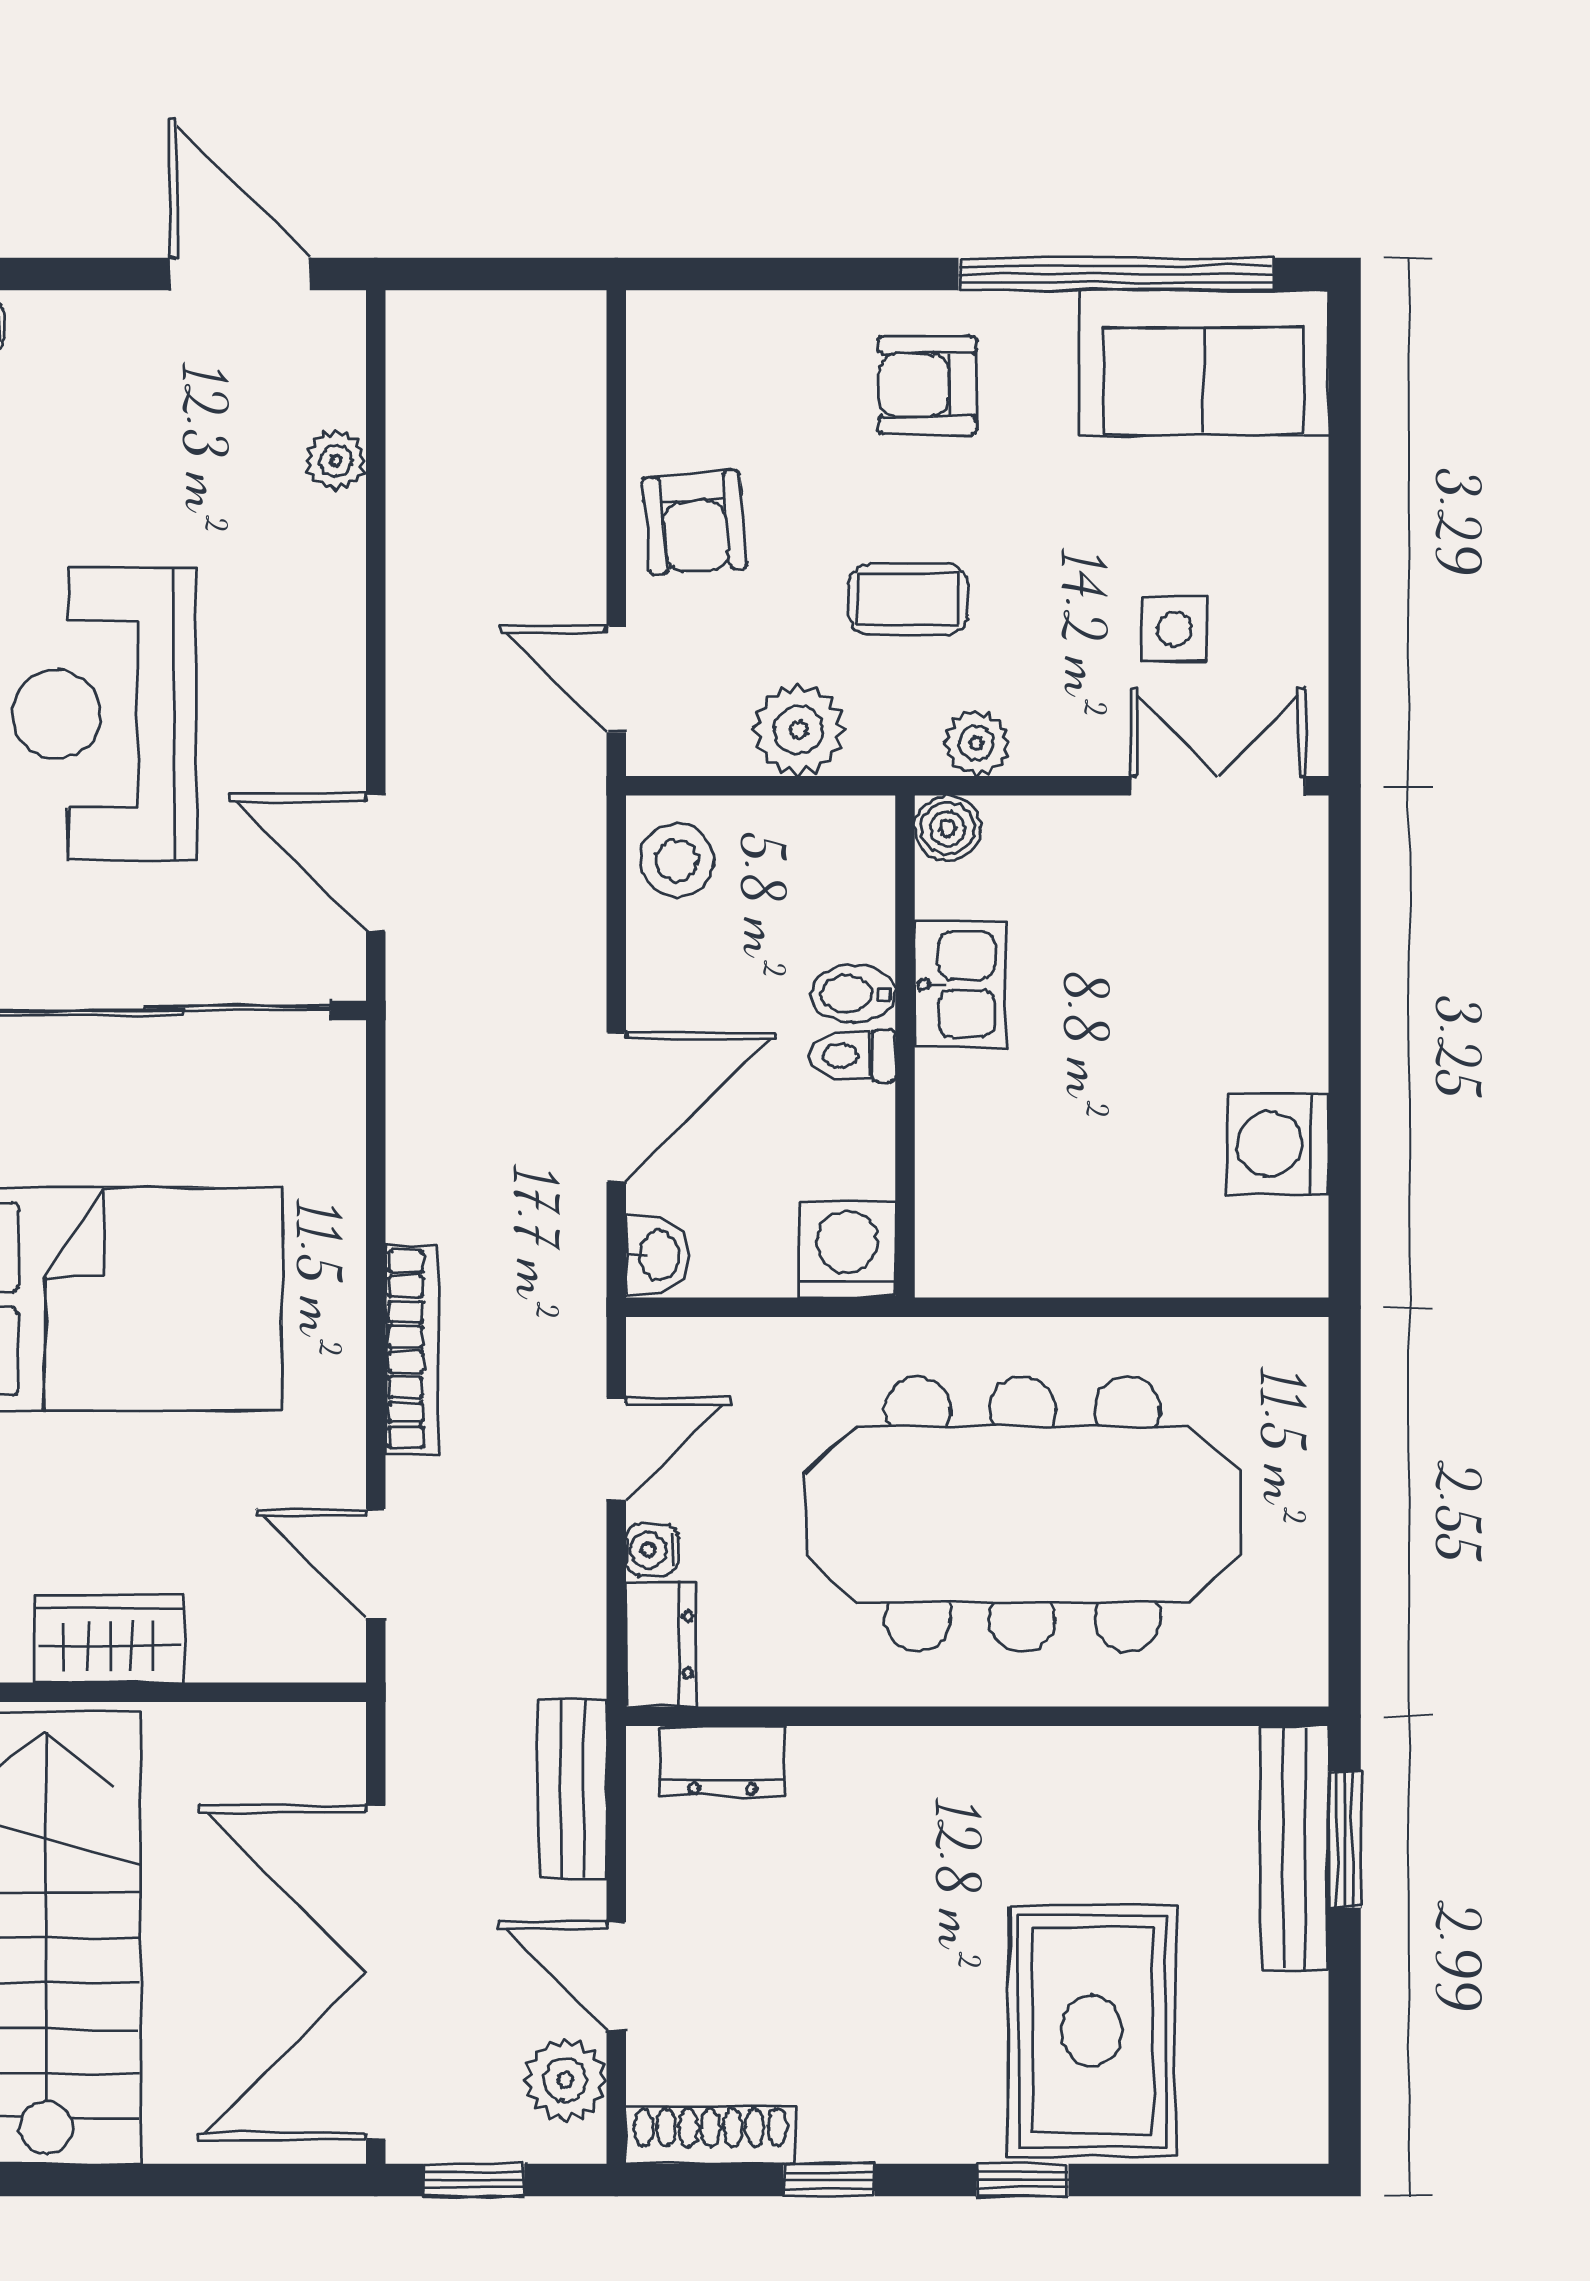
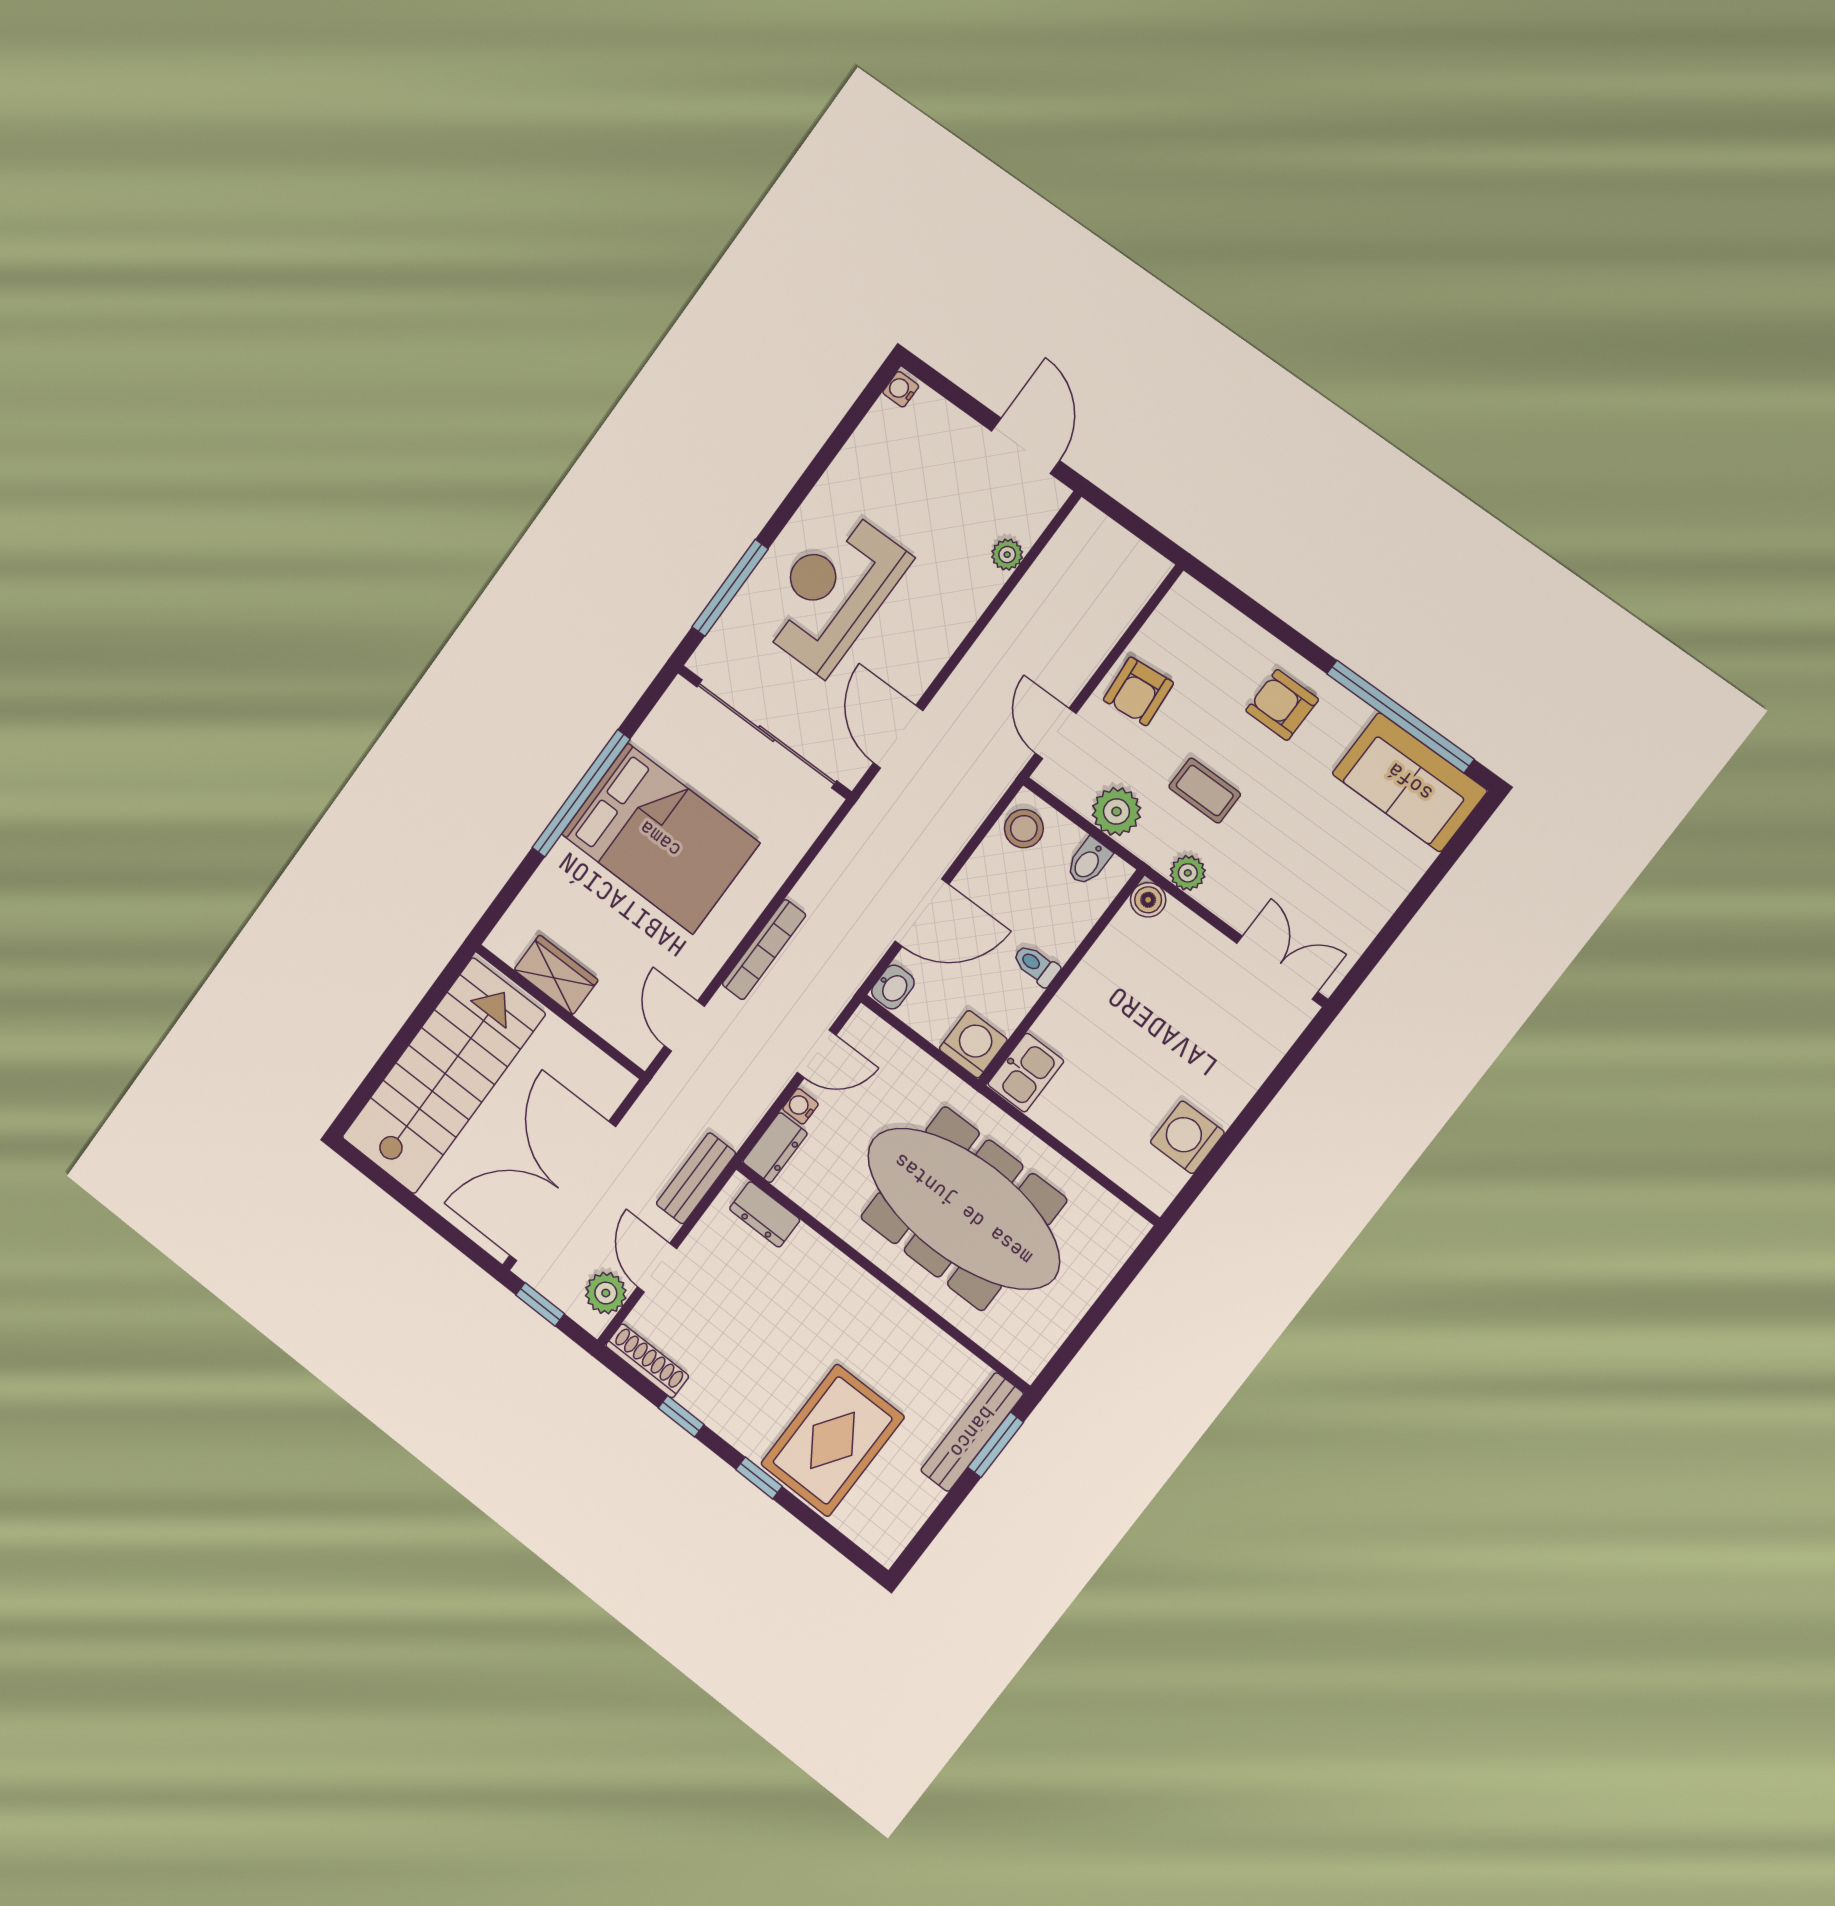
side table: (1174, 629) -> (1309, 887), removed
kitchen sink: (960, 984) -> (1026, 1073), moved
bidet: (853, 994) -> (1089, 862), moved, turned -90

